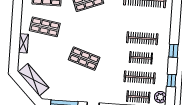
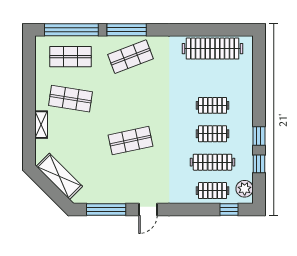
clothes rail: (142, 38) -> (212, 105), width x0.73
window: (173, 51) -> (259, 136), moved
shop shelf: (84, 59) -> (130, 141), turned -30

